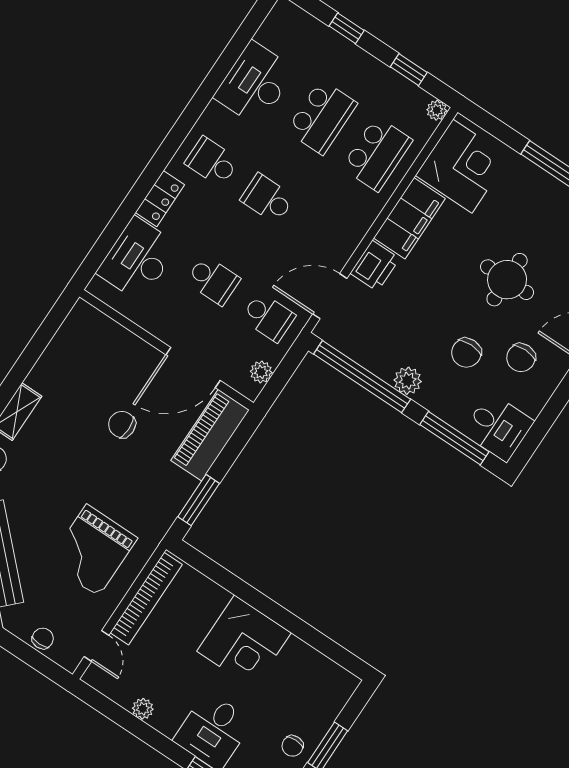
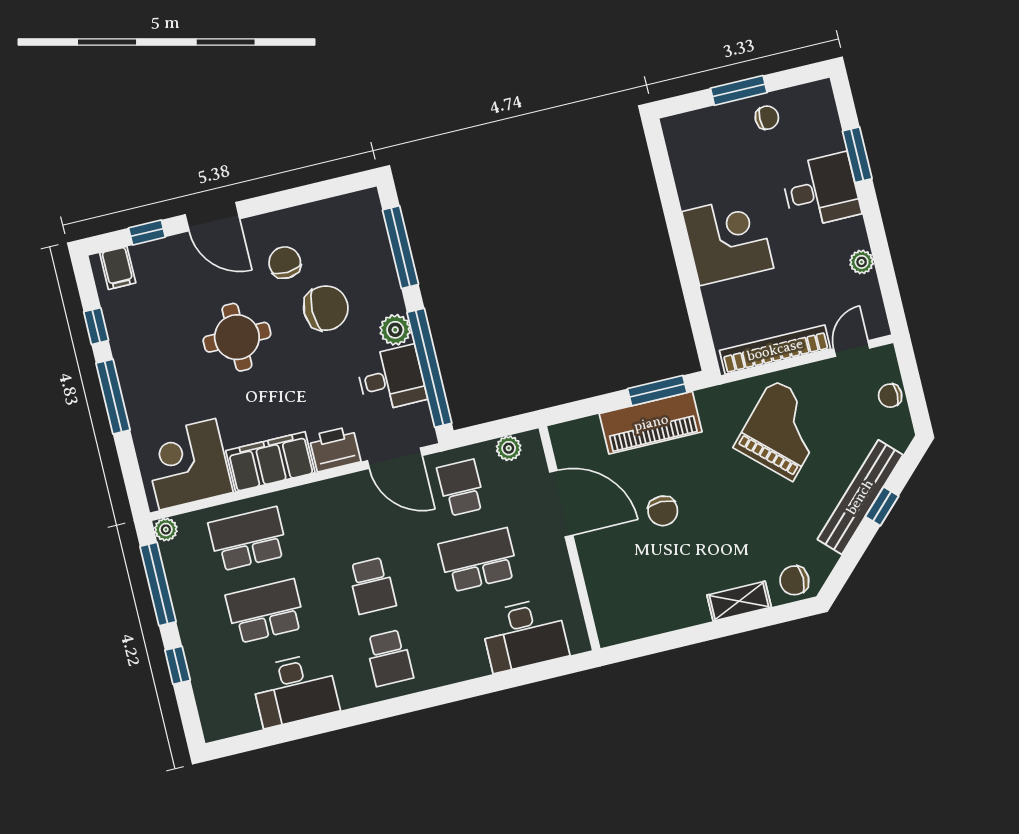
window: (409, 70) -> (158, 584), width x2.17
locker: (160, 199) -> (460, 667), removed
school desk: (213, 280) -> (478, 560), width x1.85
chair: (466, 353) -> (326, 308), width x1.37, depth x1.37
chair: (521, 358) -> (285, 263), turned -93
desk: (498, 427) -> (391, 379), moved, turned 90
piano: (210, 435) -> (651, 423), moved
grand piano: (92, 550) -> (783, 430), turned -47

